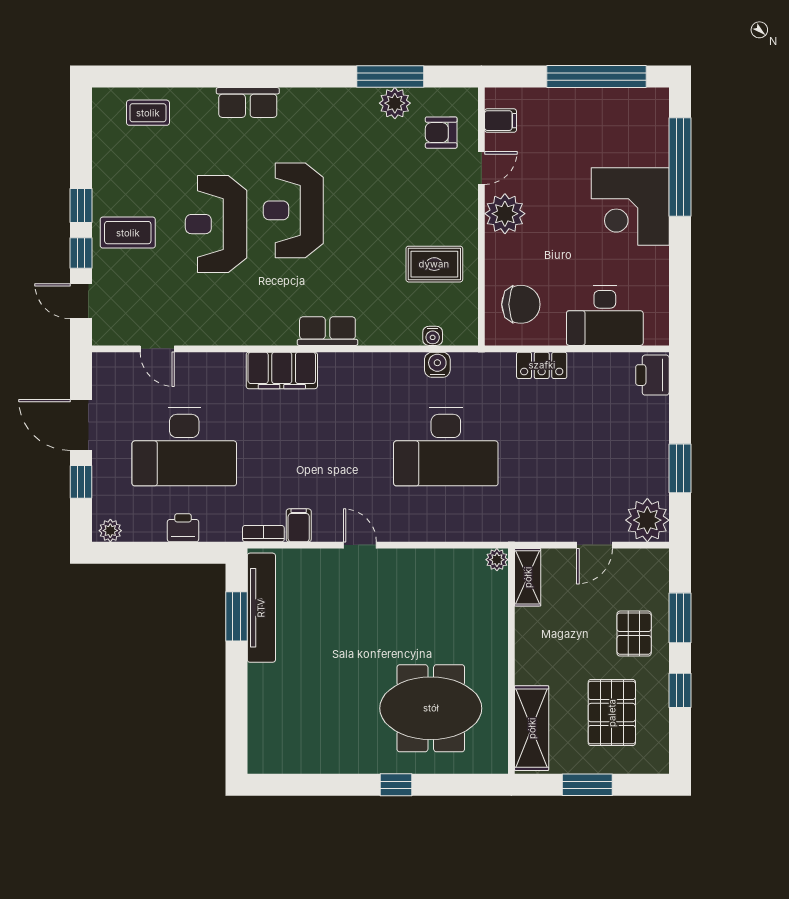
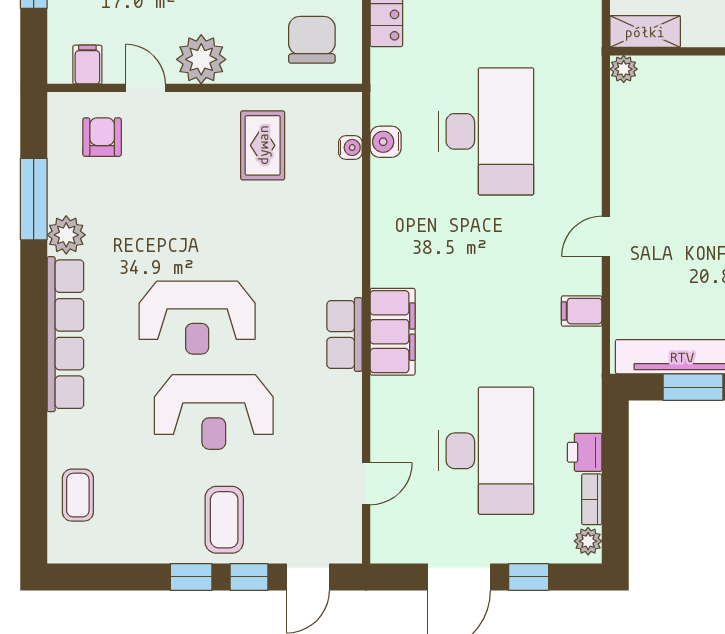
row of seats: (248, 103) -> (65, 334), width x2.02
plant: (395, 103) -> (66, 235), moved
armchair: (441, 133) -> (102, 137), turned 180
row of seats: (327, 331) -> (344, 335), moved
bookcase: (263, 534) -> (592, 499), moved

